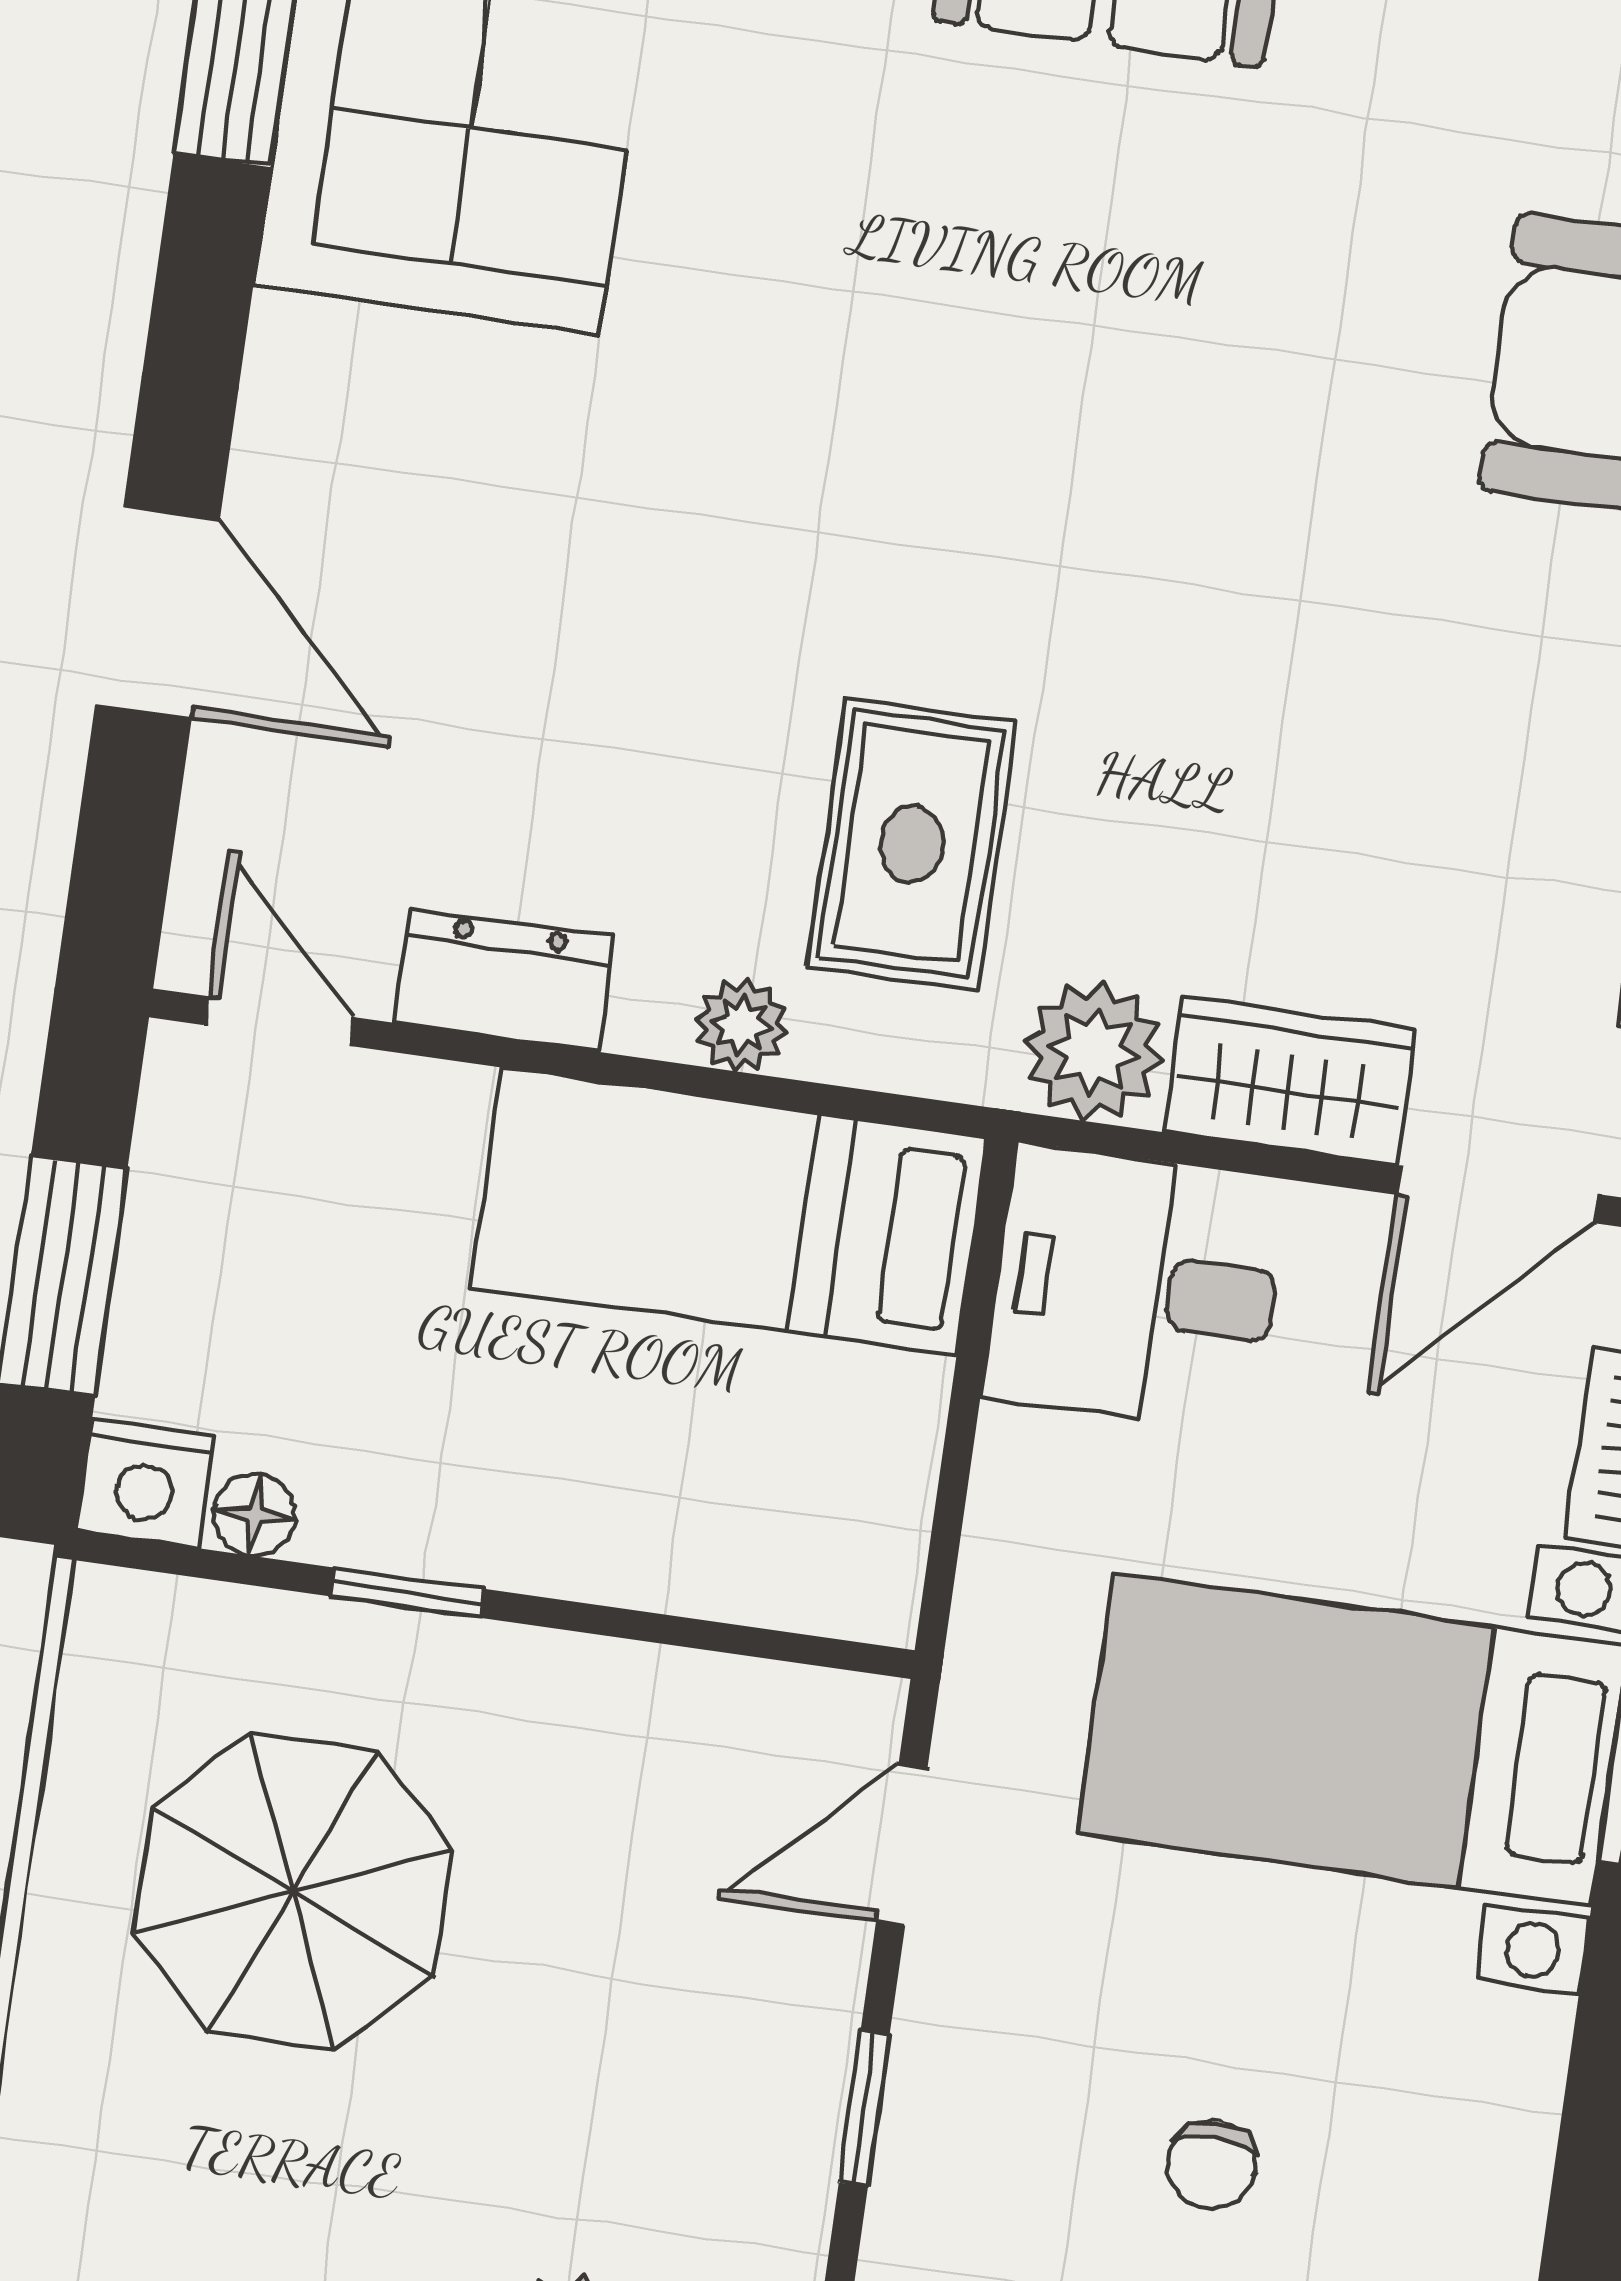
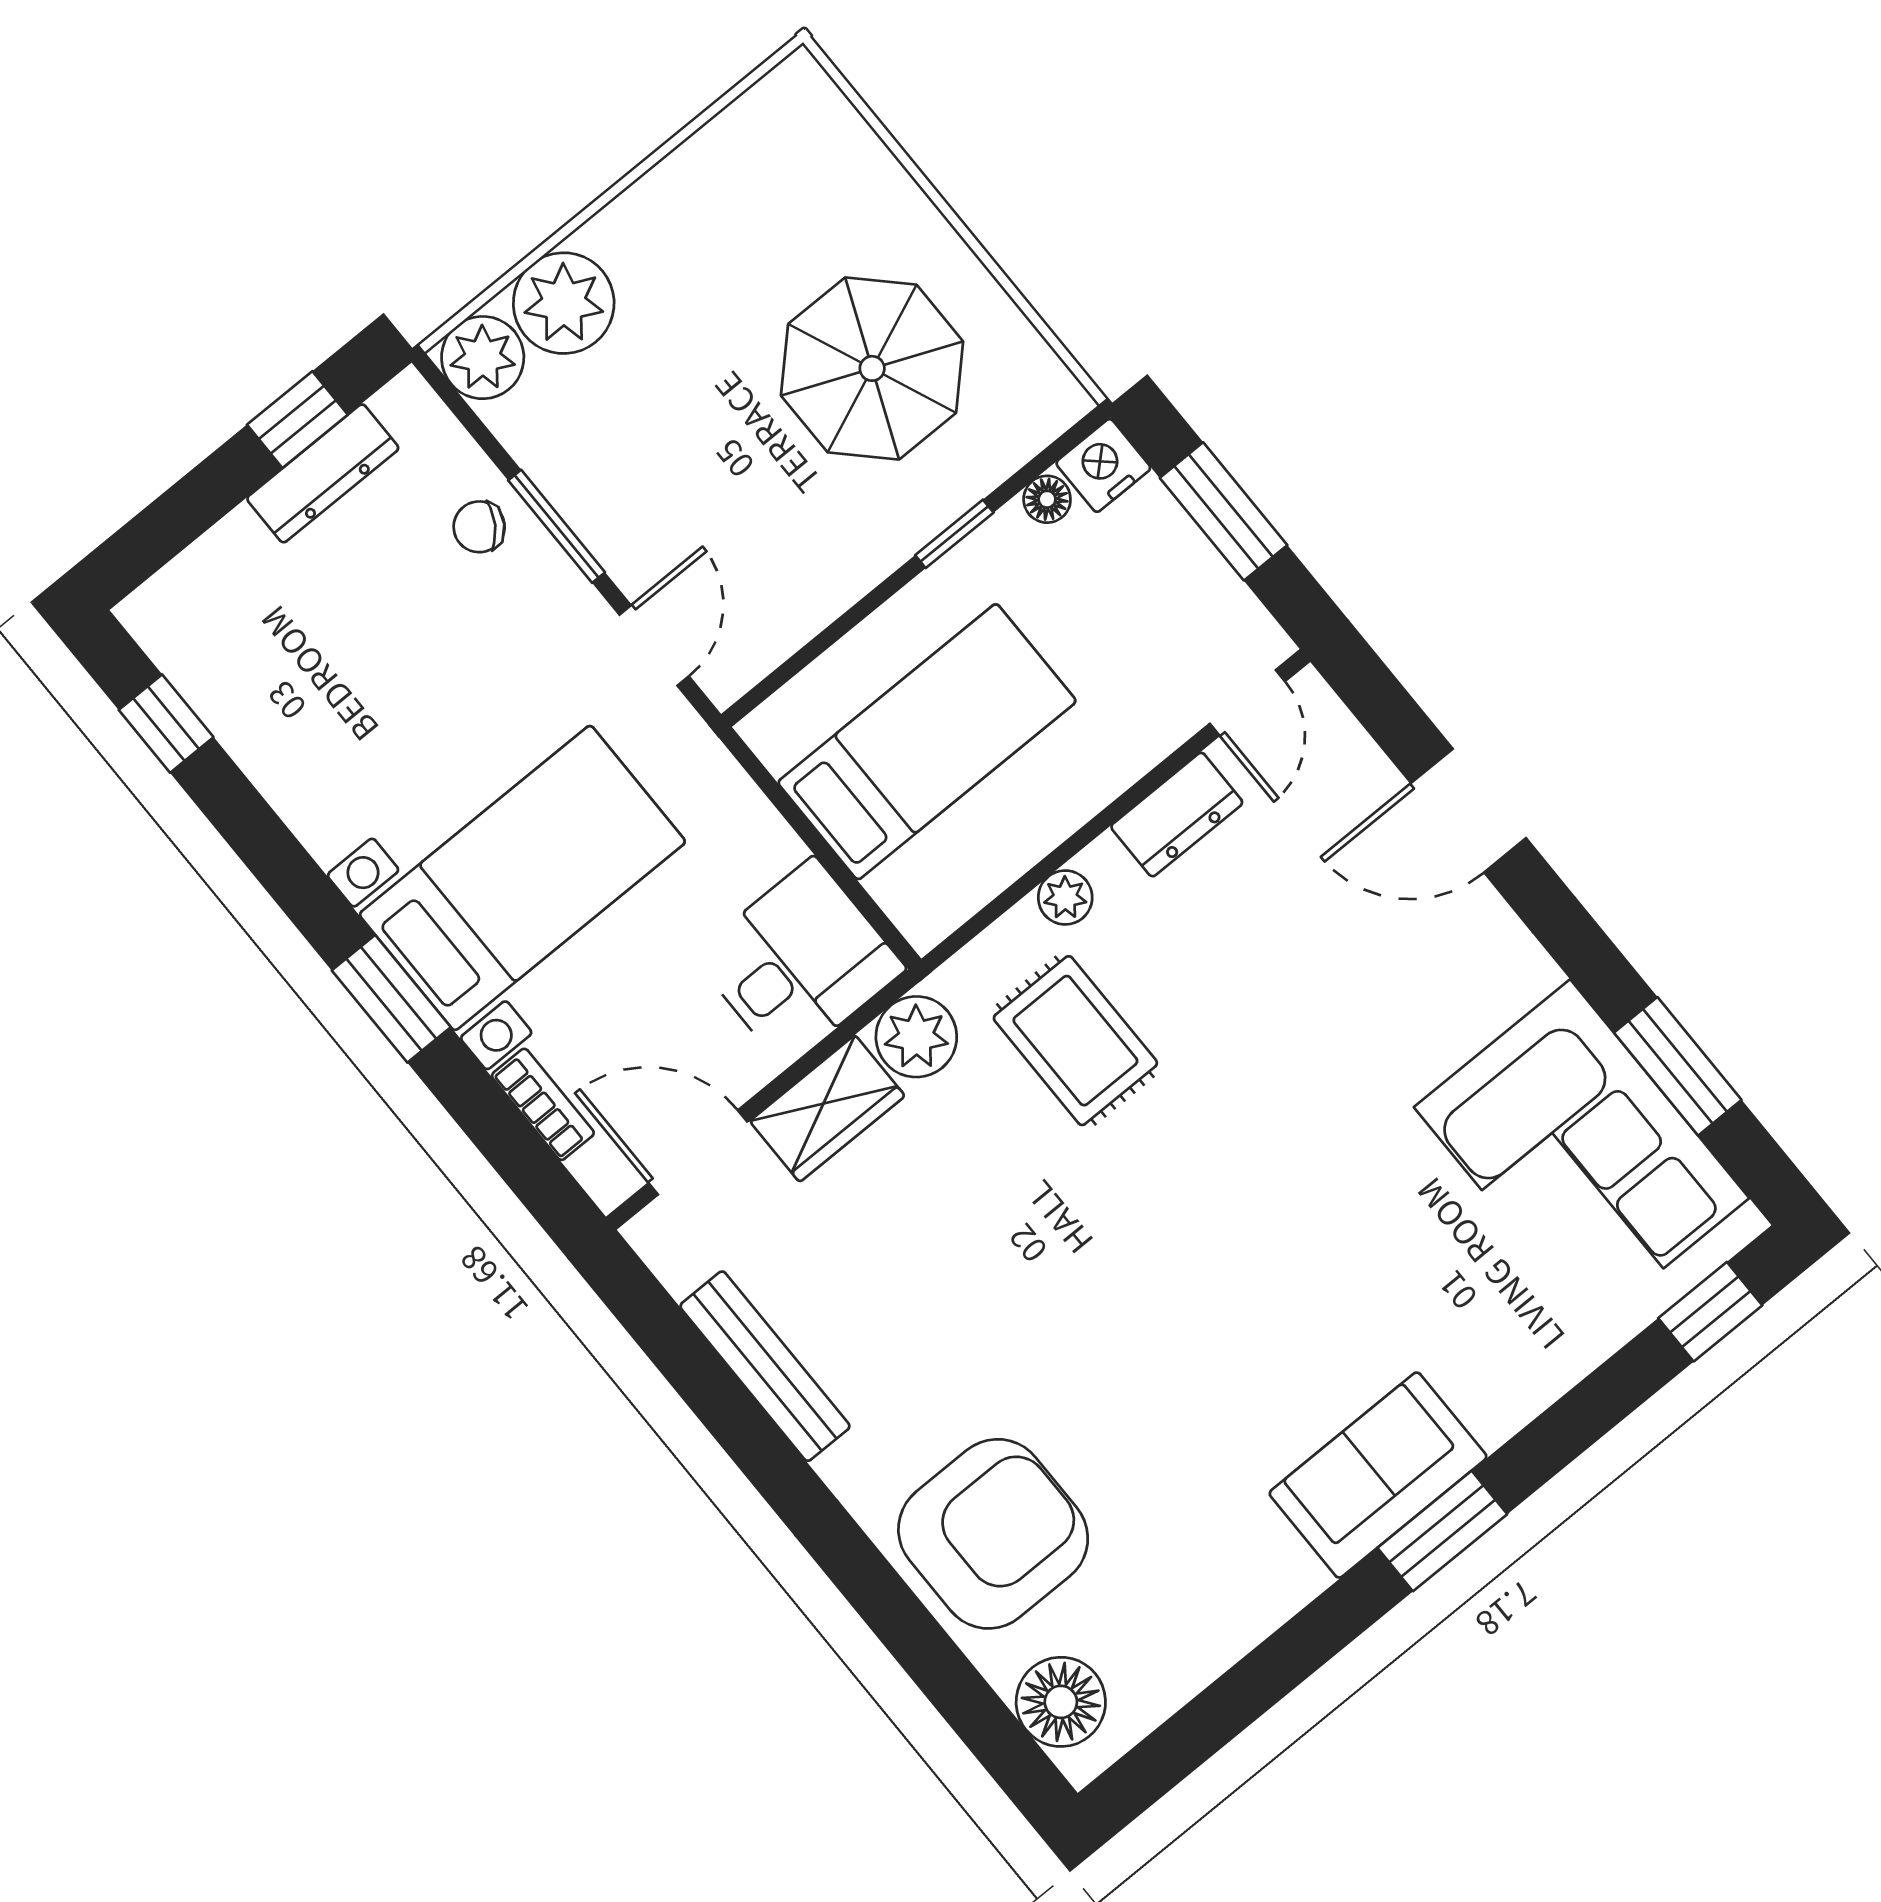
door: (279, 1021) -> (1247, 703), hinge flipped
door: (1497, 1194) -> (698, 1152), hinge flipped
bed: (729, 1212) -> (927, 742), moved
window: (864, 2109) -> (557, 526), width x1.50
chair: (1212, 2165) -> (479, 527), moved, turned -57

